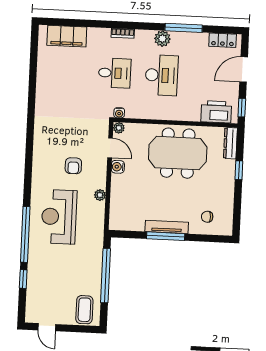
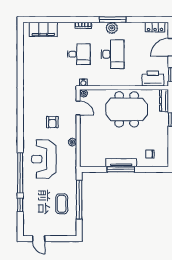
window: (184, 28) -> (113, 20), moved
water cooler: (118, 167) -> (84, 121), removed
coffee table: (84, 310) -> (62, 204), moved

